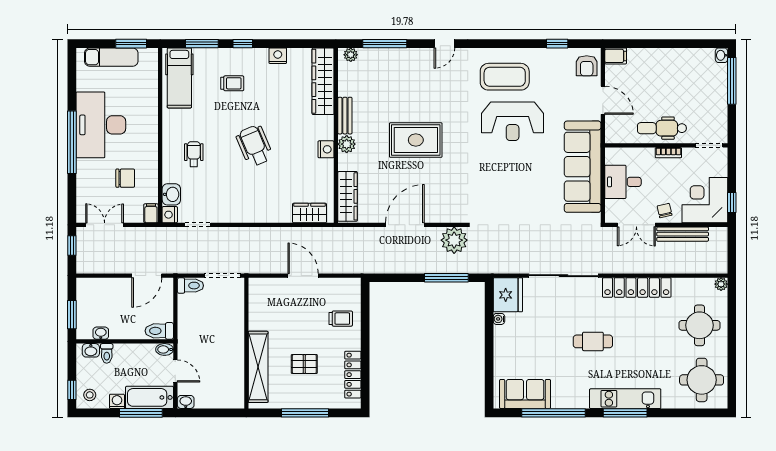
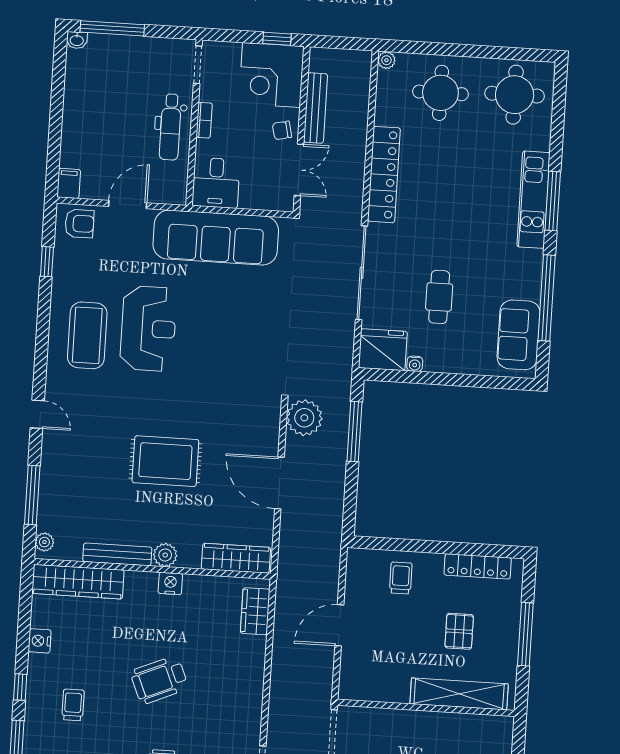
bench: (345, 116) -> (117, 554), width x1.36
rug: (416, 140) -> (165, 461), turned 90
desk: (623, 182) -> (216, 183), moved
cafe table: (593, 341) -> (439, 297), moved

